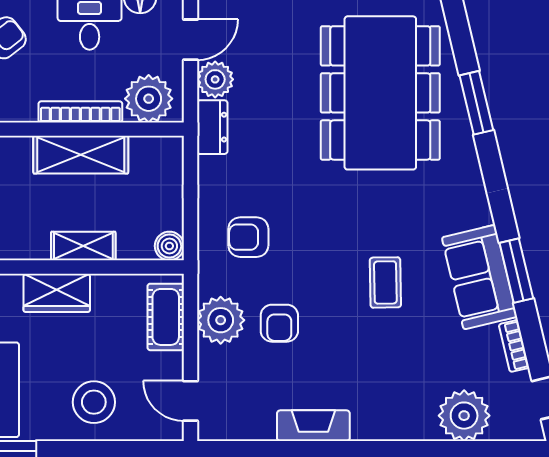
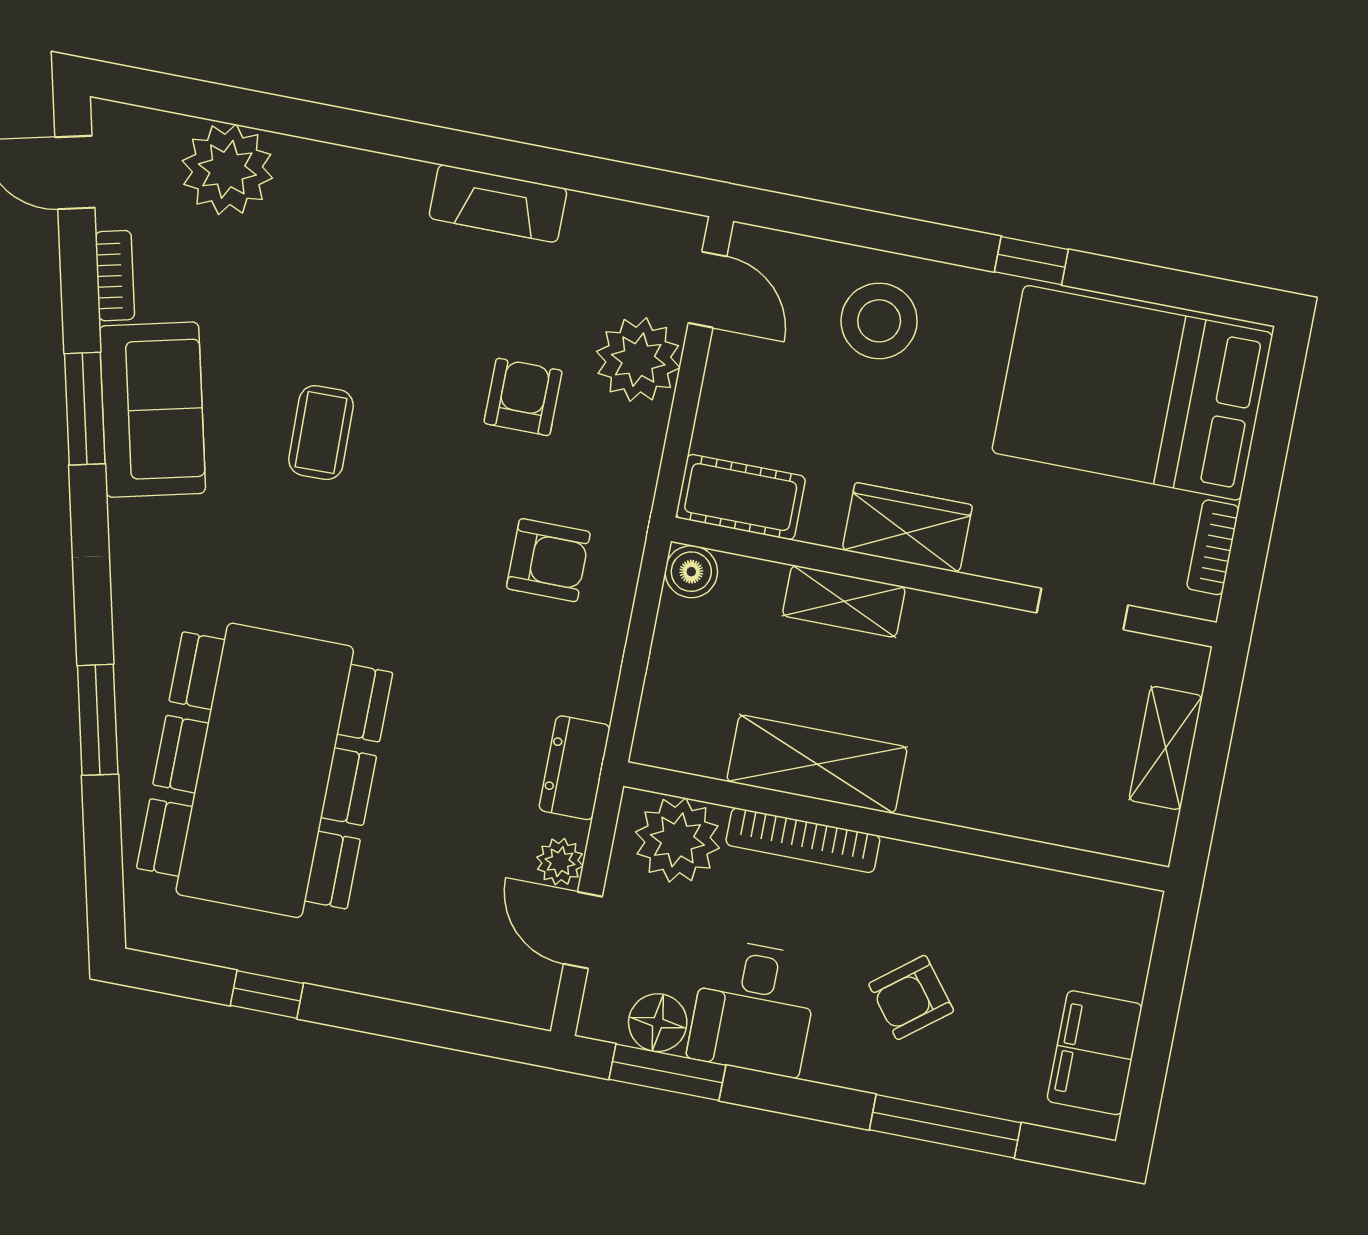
door: (190, 40) -> (583, 930), hinge flipped
plant: (215, 79) -> (560, 862), width x0.73, depth x0.73
cot: (166, 317) -> (741, 497), moved, turned 90
plant: (221, 320) -> (638, 360), moved

